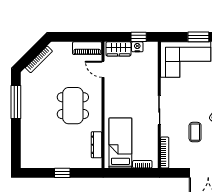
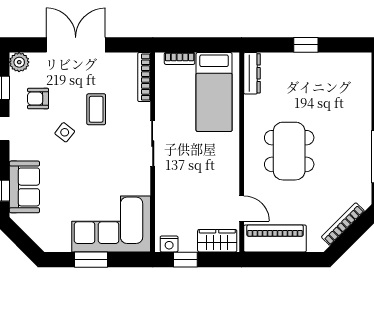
nightstand: (137, 47) -> (169, 244), moved
piano: (87, 48) -> (275, 238), width x1.37, depth x1.33
dresser: (96, 145) -> (252, 73), moved

